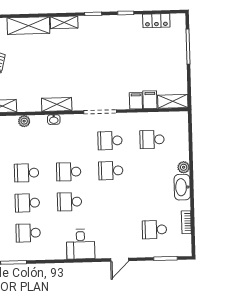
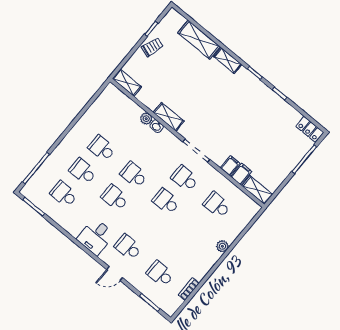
locker: (156, 21) -> (310, 129), moved
plant: (24, 121) -> (146, 119), moved
washbasin: (182, 187) -> (208, 260), removed
school desk: (112, 231) -> (128, 247), added

